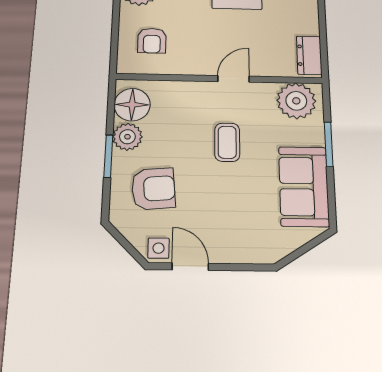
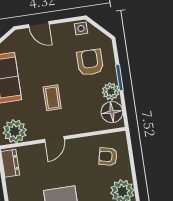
armchair: (152, 41) -> (108, 157), turned -77
armchair: (153, 189) -> (90, 62), turned 95
door: (190, 267) -> (39, 24), moved

